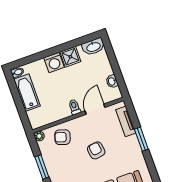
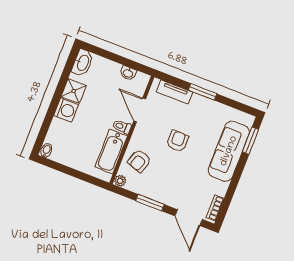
bathtub: (27, 93) -> (111, 152), moved, turned -90
armchair: (96, 150) -> (177, 141), turned 98

